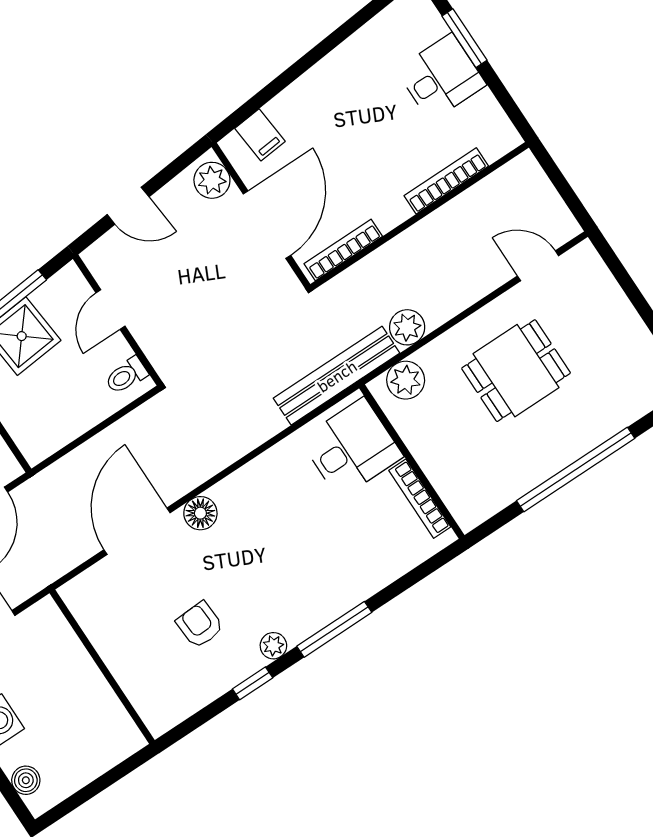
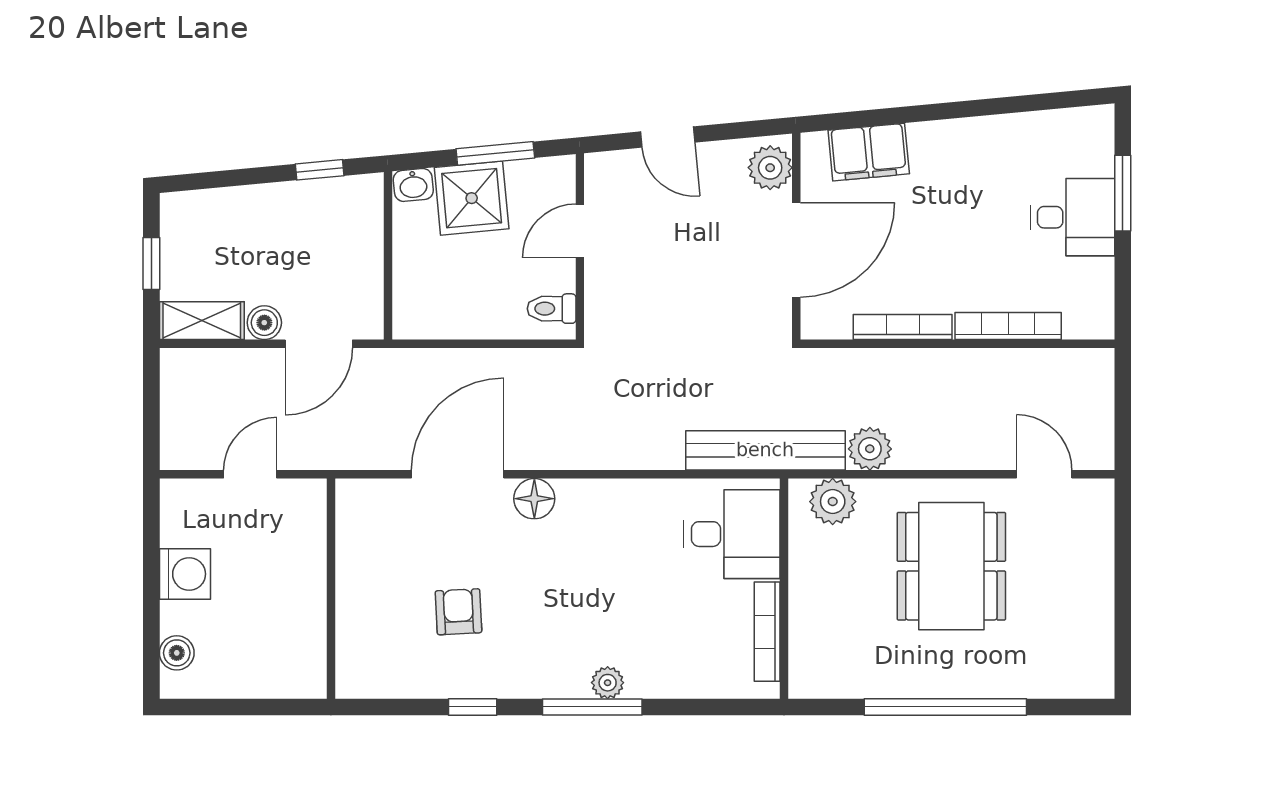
filing cabinet: (260, 135) -> (869, 152), width x2.00
bookcase: (343, 250) -> (903, 327), moved
dining table: (516, 371) -> (951, 566), width x1.38
plant: (273, 646) -> (608, 683), moved

